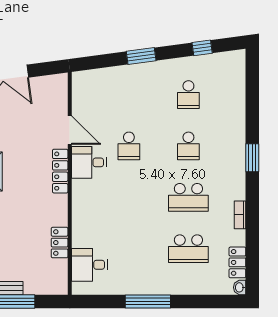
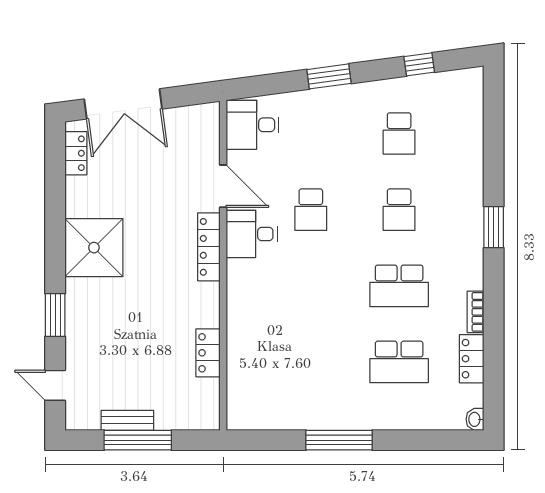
locker: (237, 262) -> (472, 359), moved
desk: (90, 265) -> (252, 125), moved

